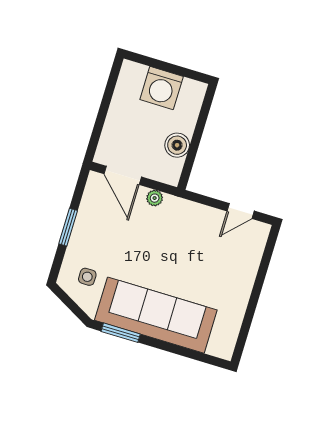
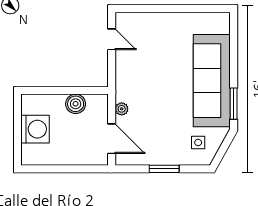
door: (123, 175) -> (112, 139), hinge flipped

